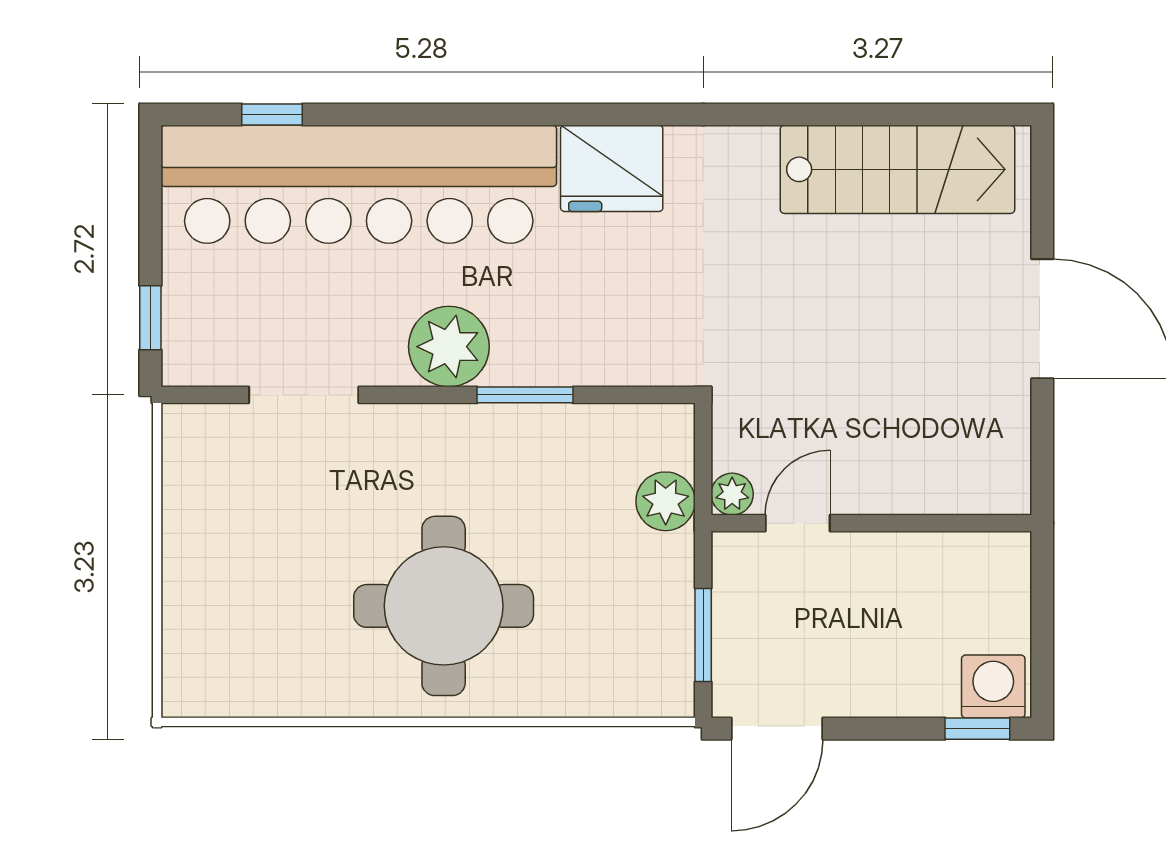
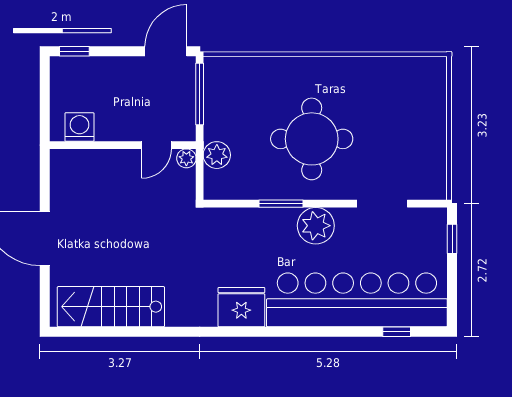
round table: (444, 606) -> (312, 139), moved
window: (703, 635) -> (200, 94), width x1.44
washing machine: (993, 686) -> (79, 127), moved, turned 180

